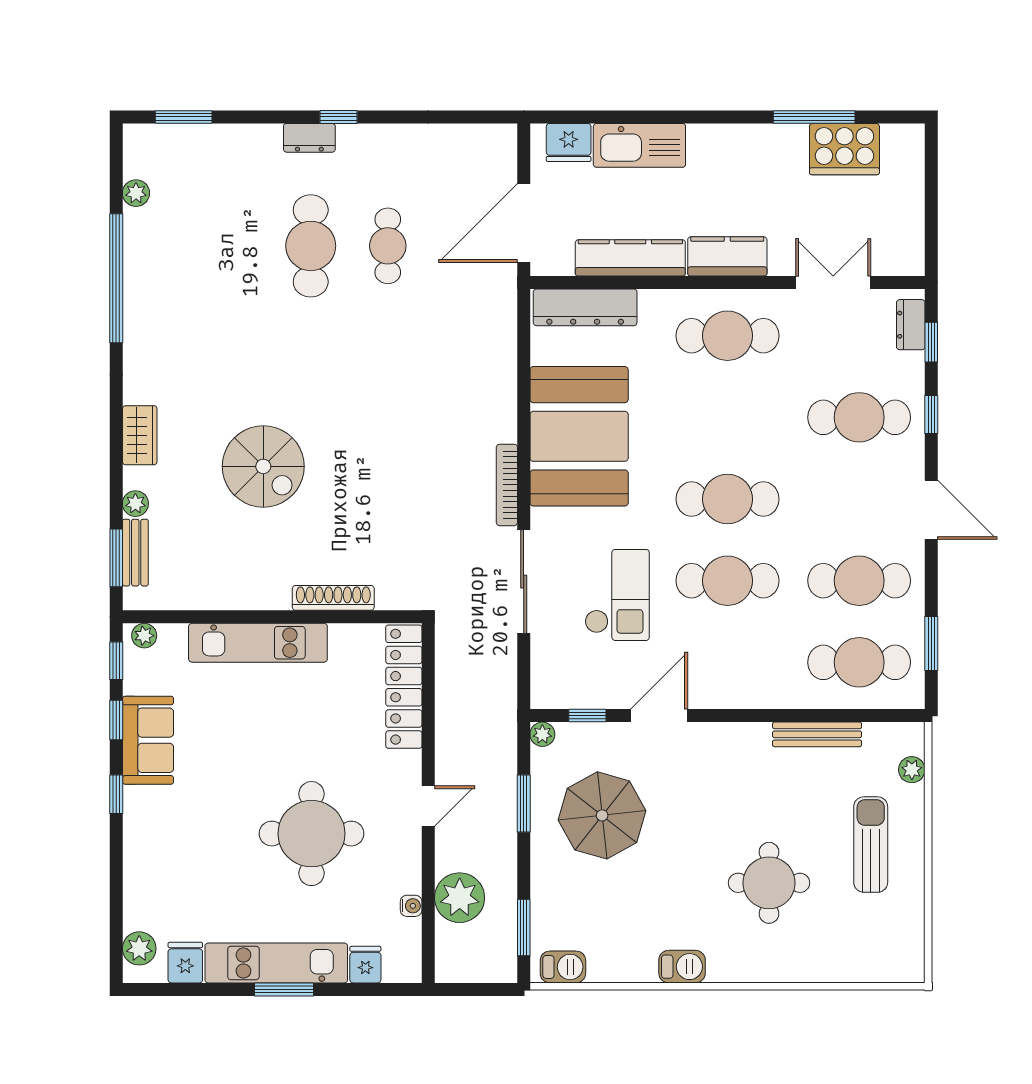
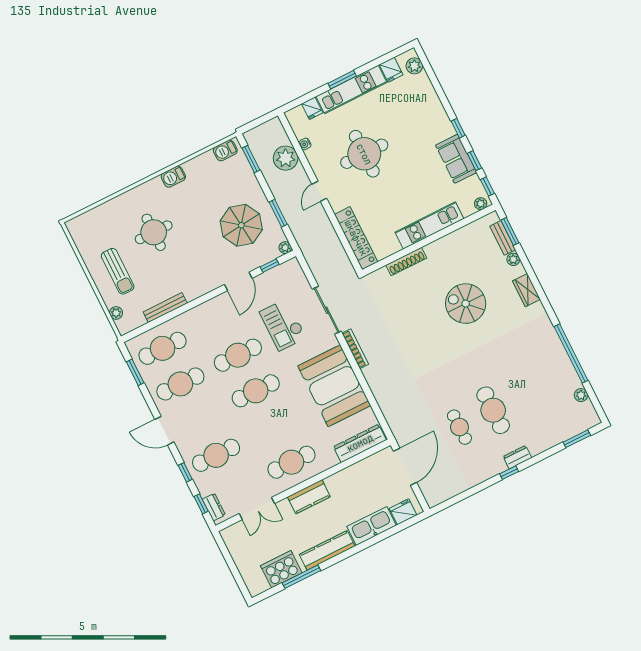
kitchen counter: (630, 258) -> (327, 550), moved, turned 180

